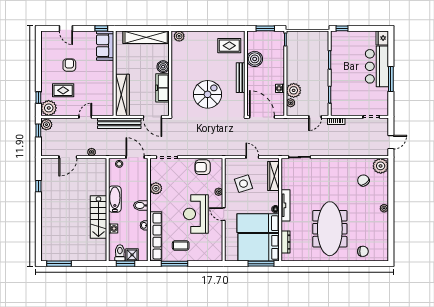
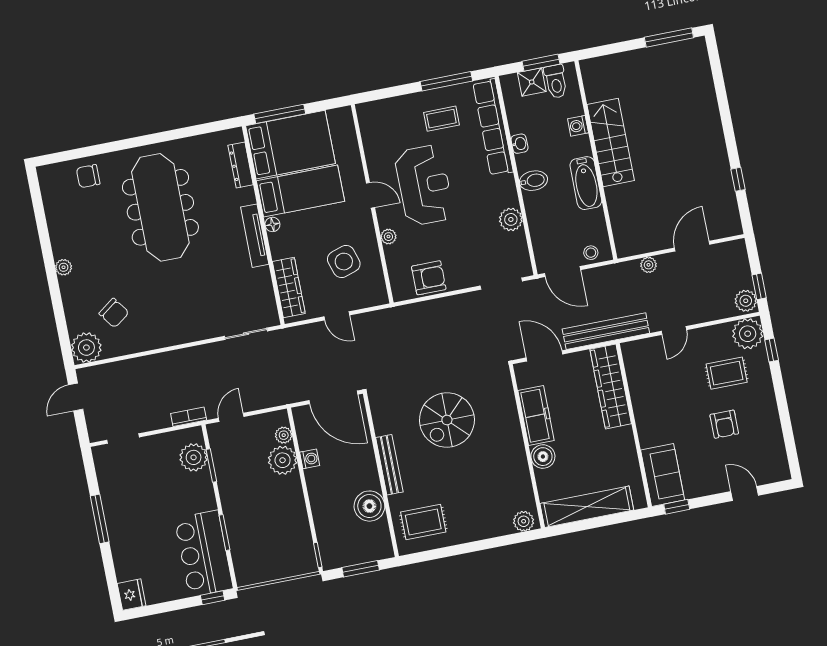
bar counter: (377, 66) -> (204, 553), moved, turned 180
plant: (338, 100) -> (194, 457), added

